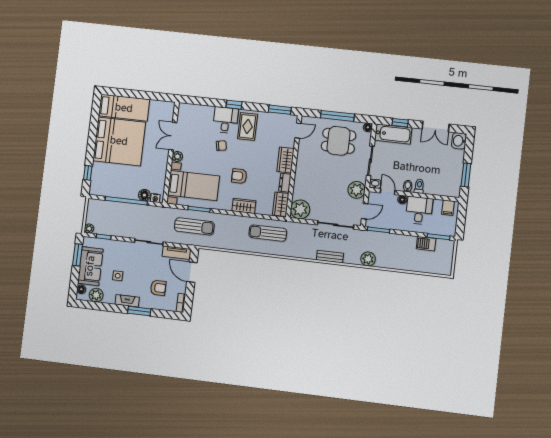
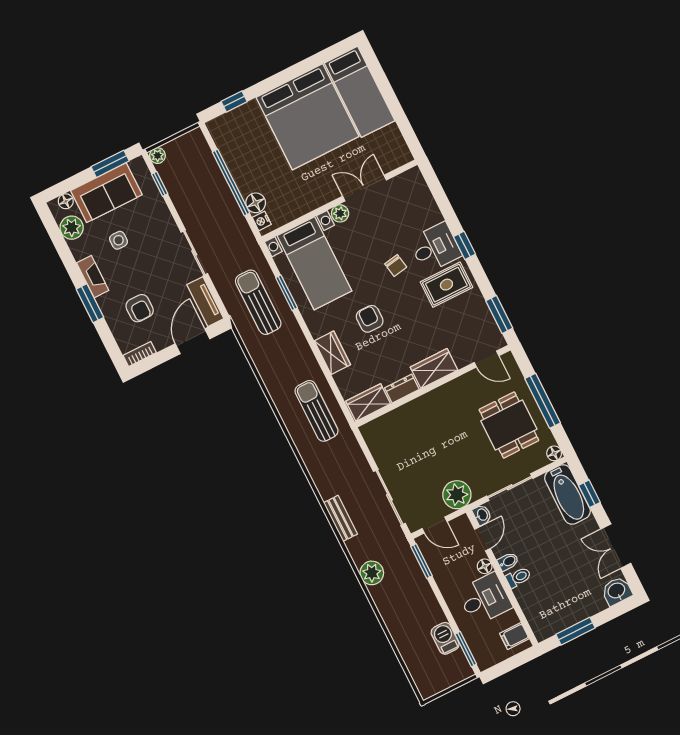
plant: (300, 209) -> (379, 434), removed
sun lounger: (194, 226) -> (258, 302), turned 180

